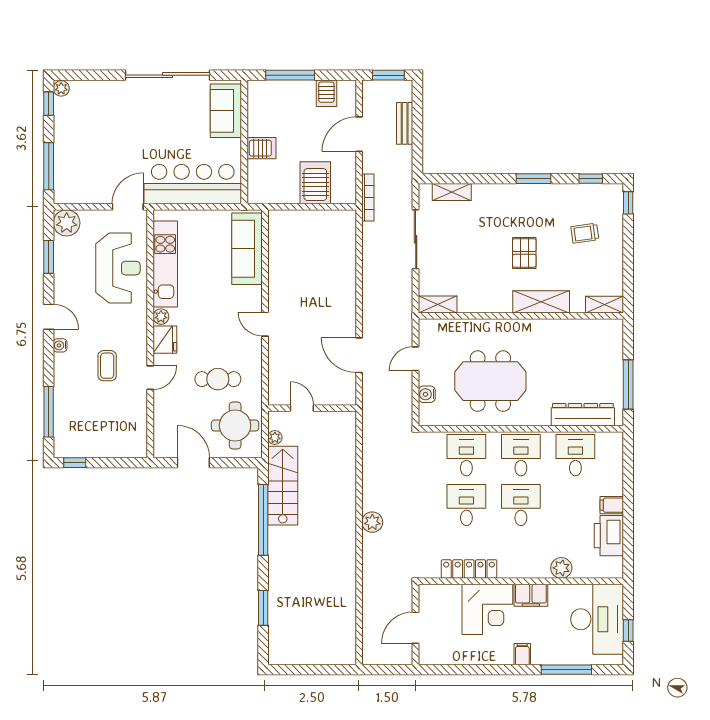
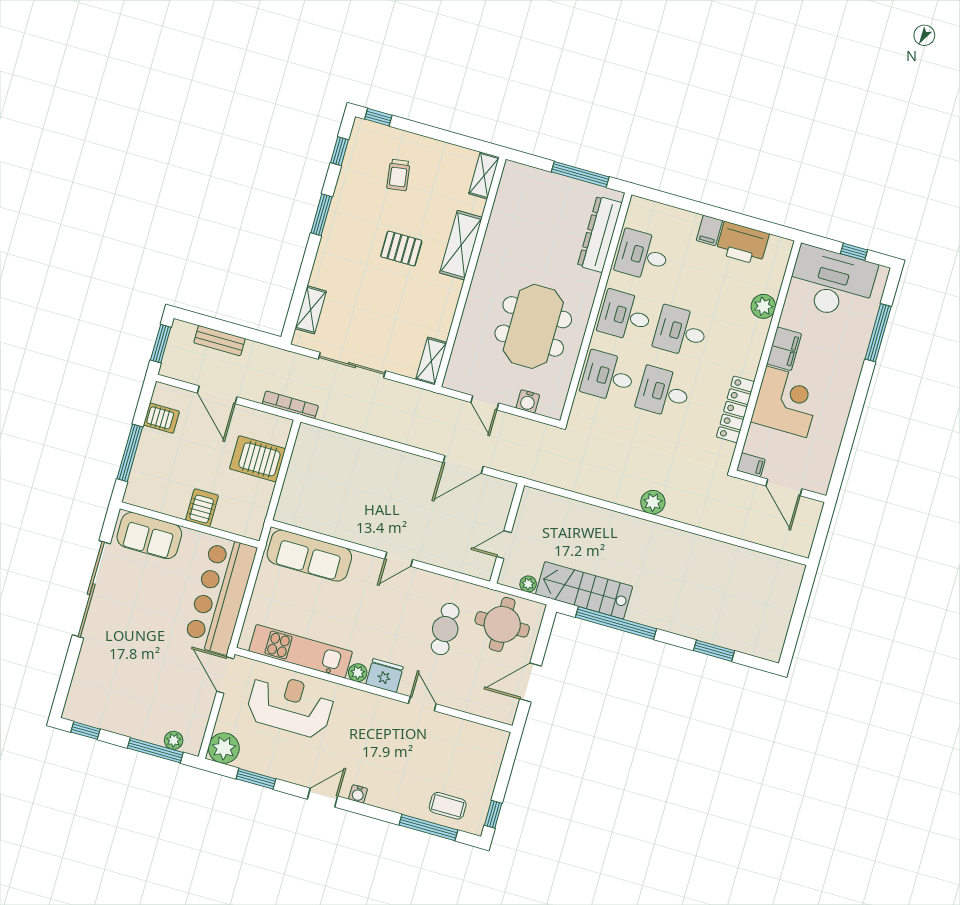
plant: (61, 88) -> (174, 740), moved
coffee table: (107, 366) -> (448, 806), moved
filing cabinet: (522, 654) -> (751, 465), moved, turned 180

